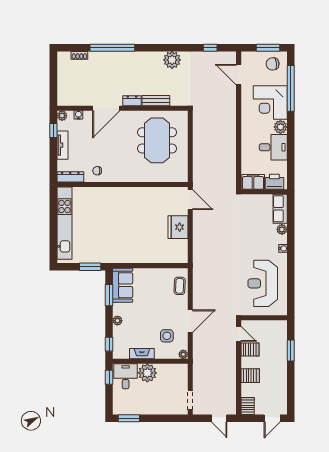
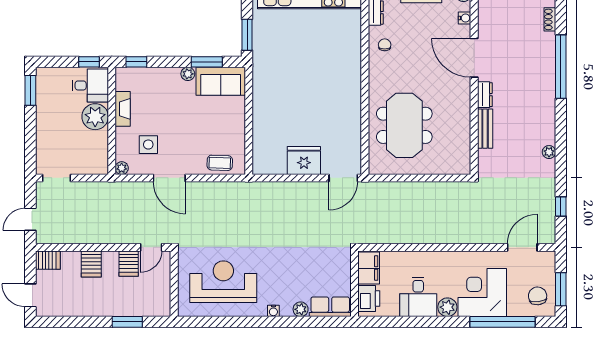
plant: (172, 60) -> (549, 152), width x0.53, depth x0.53
meeting table: (157, 140) -> (404, 125), moved, turned 90
plant: (117, 321) -> (188, 74), moved

